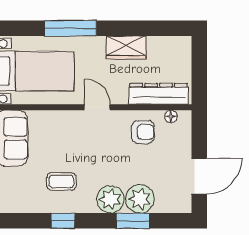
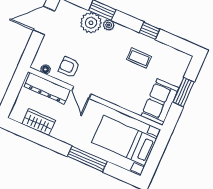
wardrobe: (126, 47) -> (39, 122), moved
door: (97, 107) -> (81, 92), moved
plant: (110, 199) -> (109, 25), width x0.53, depth x0.53

